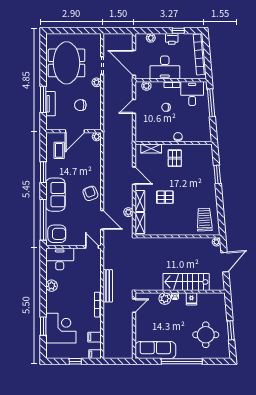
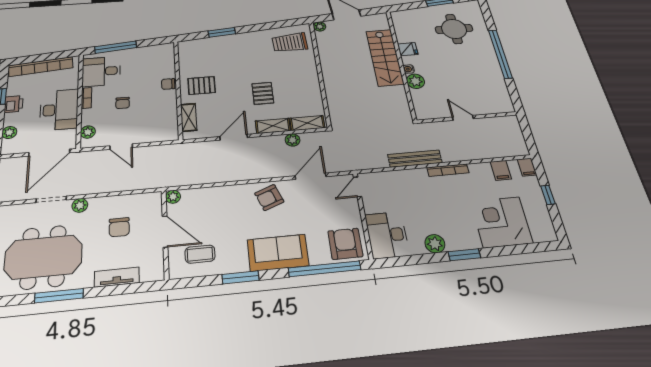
window: (43, 99) -> (59, 296), moved
door: (134, 306) -> (463, 118), moved
window: (43, 326) -> (464, 255), moved
sofa: (155, 350) -> (495, 87), removed

